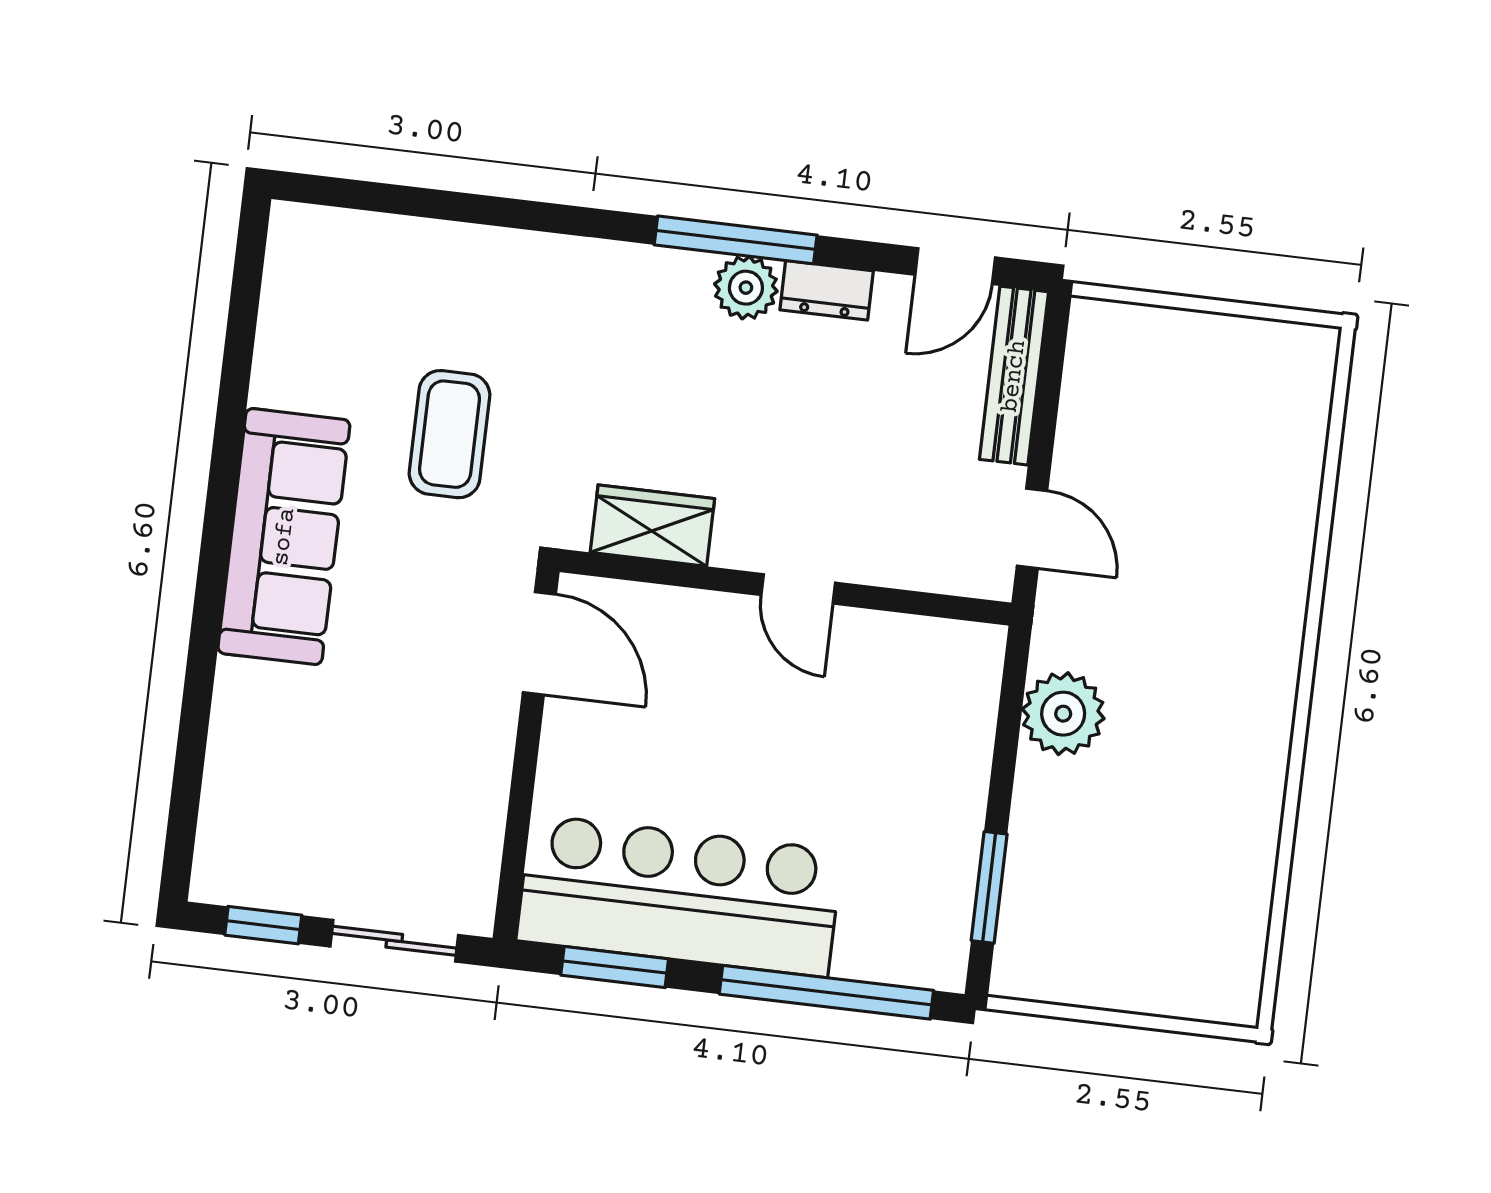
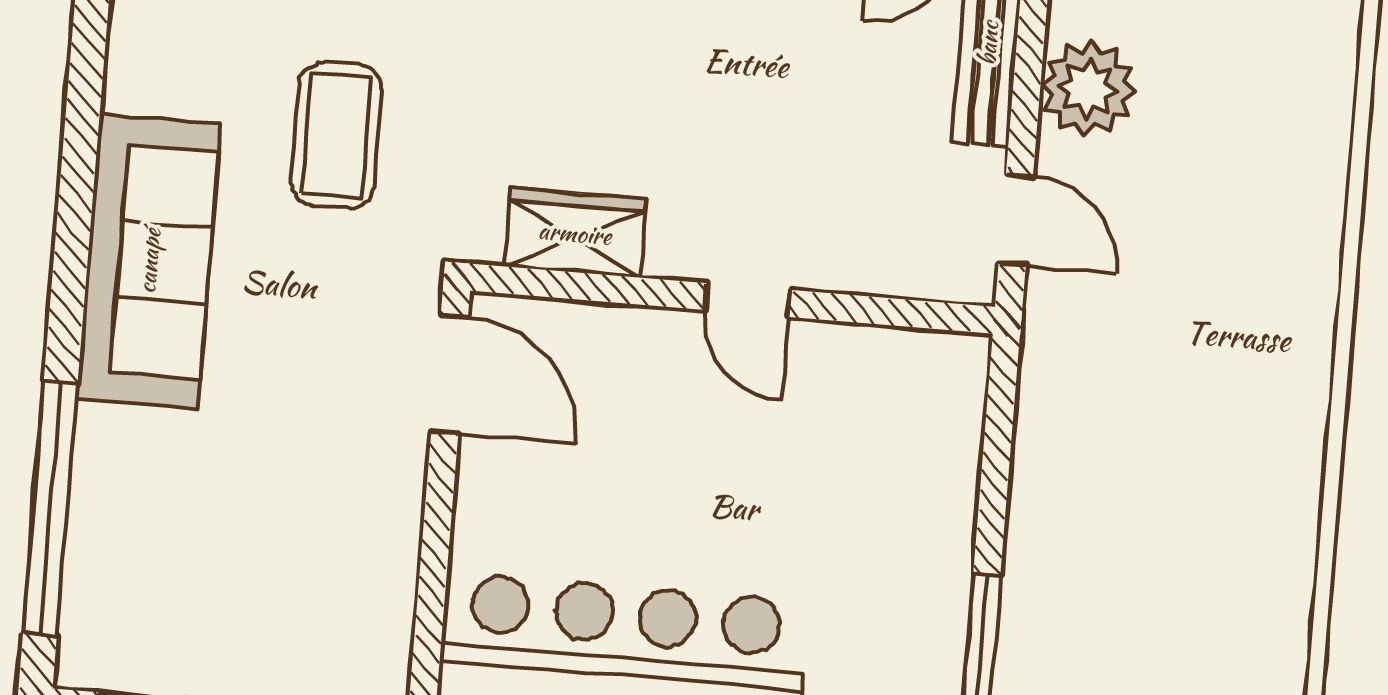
plant: (1063, 714) -> (1088, 89), moved
window: (191, 746) -> (50, 508), added

